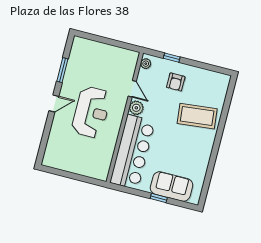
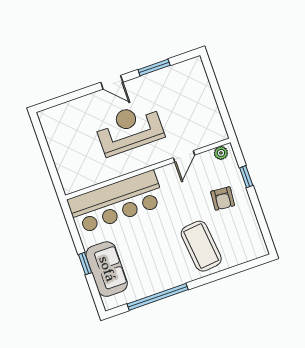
armchair: (176, 82) -> (223, 199), turned -85
plant: (136, 108) -> (166, 174), removed
reception desk: (91, 112) -> (129, 129), turned 180
window: (211, 166) -> (158, 297), added

